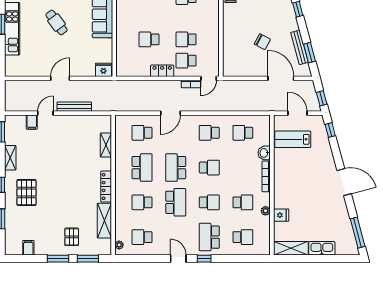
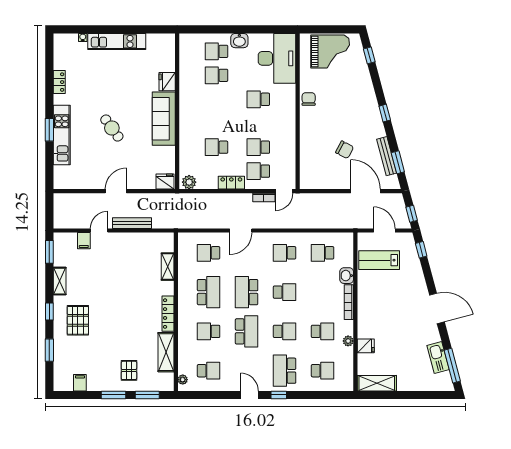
plant: (125, 70) -> (189, 182), added
school desk: (142, 237) -> (209, 371), turned 180
kitchen sink: (322, 248) -> (438, 358), moved, turned -105

